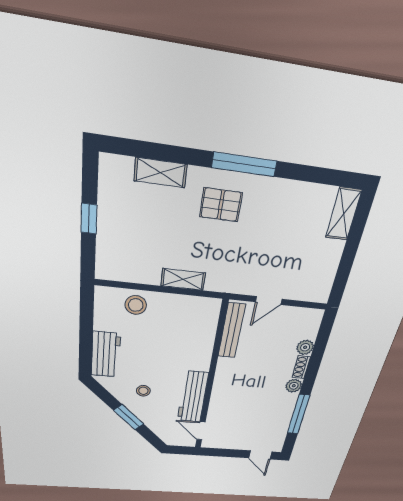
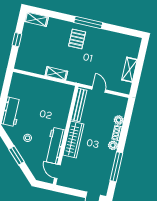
shelving: (161, 173) -> (36, 19), moved
pallet: (221, 205) -> (77, 39), turned 90
shelving: (344, 214) -> (129, 70), moved
door: (269, 301) -> (99, 90), swing flipped
stool: (136, 305) -> (31, 85), removed
wardrobe: (225, 385) -> (73, 139), added

